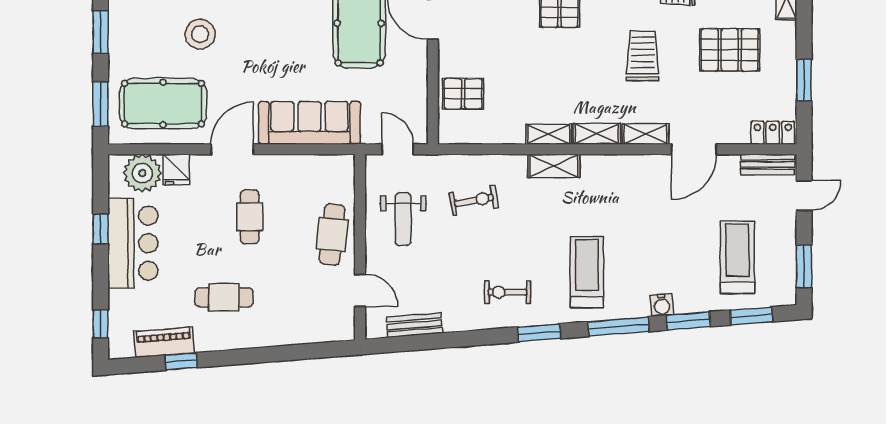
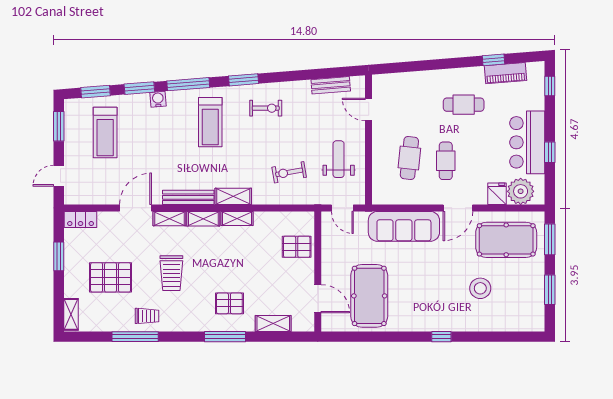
bench: (768, 164) -> (188, 197), moved, width x1.36
cafe table: (332, 235) -> (409, 158), moved

